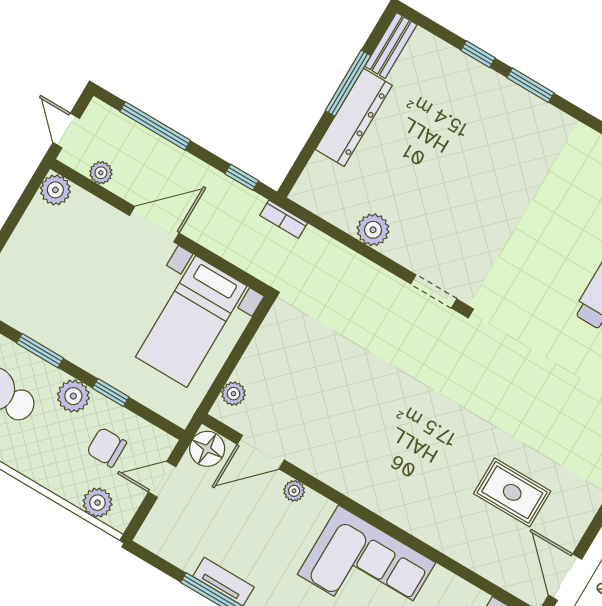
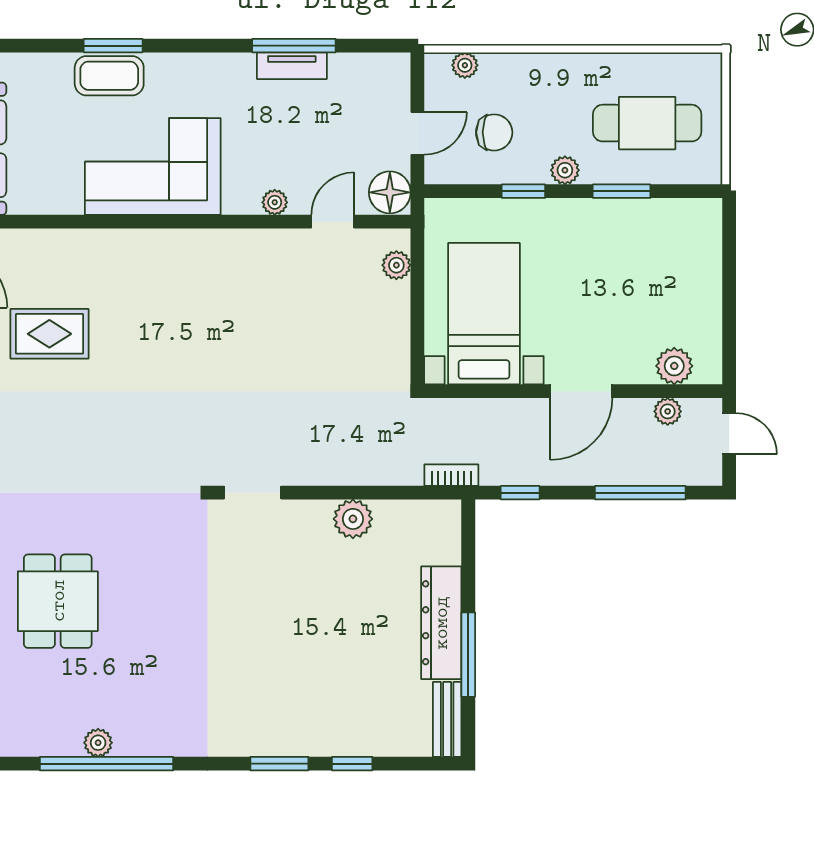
plant: (55, 190) -> (674, 366), moved
plant: (73, 396) -> (565, 170), width x0.73, depth x0.73
door: (261, 452) -> (333, 222), width x0.73
plant: (97, 503) -> (465, 65), width x0.73, depth x0.73

